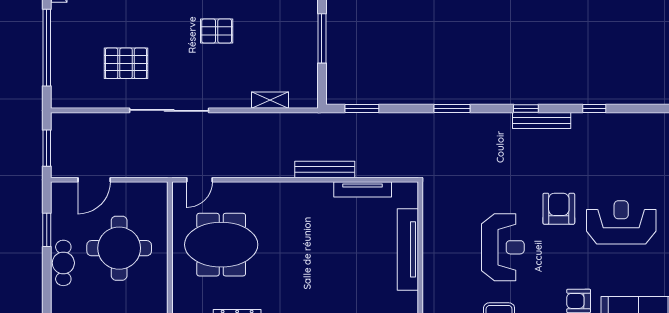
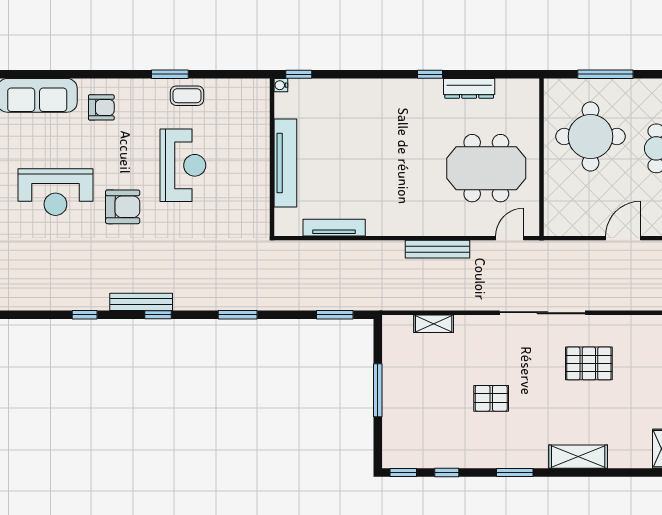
bench: (325, 169) -> (437, 249), moved
armchair: (559, 209) -> (123, 207), turned -90
reception desk: (503, 247) -> (183, 165), turned 180
round table: (119, 248) -> (590, 137), moved

